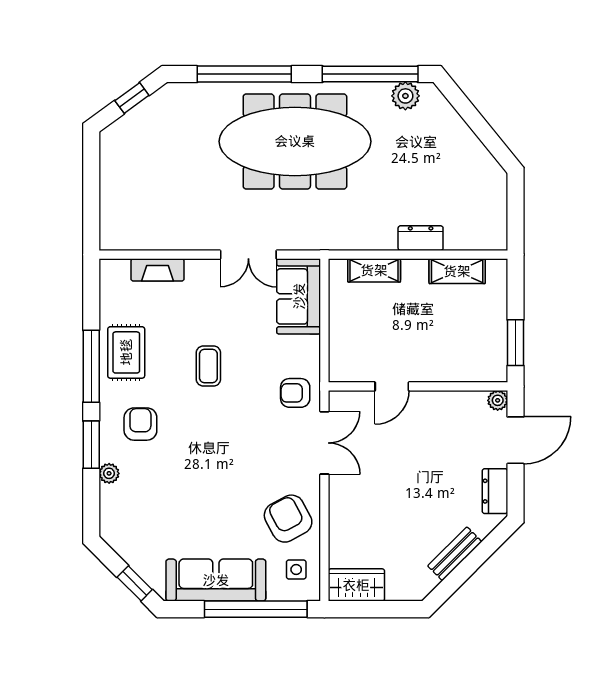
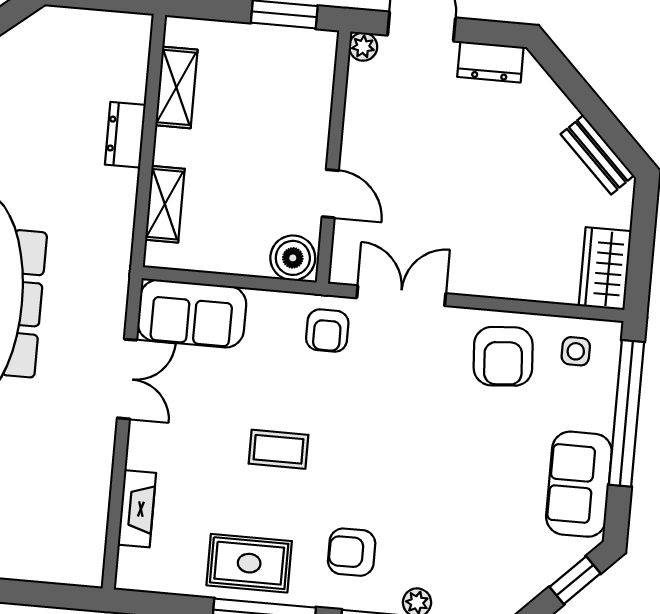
boiler: (344, 364) -> (293, 258), added
armchair: (288, 519) -> (503, 356), turned -66
bench: (455, 554) -> (597, 155), moved
sofa: (216, 580) -> (579, 484), width x0.73

